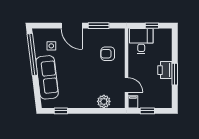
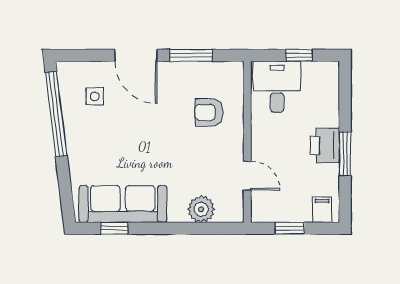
sofa: (47, 77) -> (123, 204), moved, turned -83
filing cabinet: (133, 102) -> (322, 210), moved

